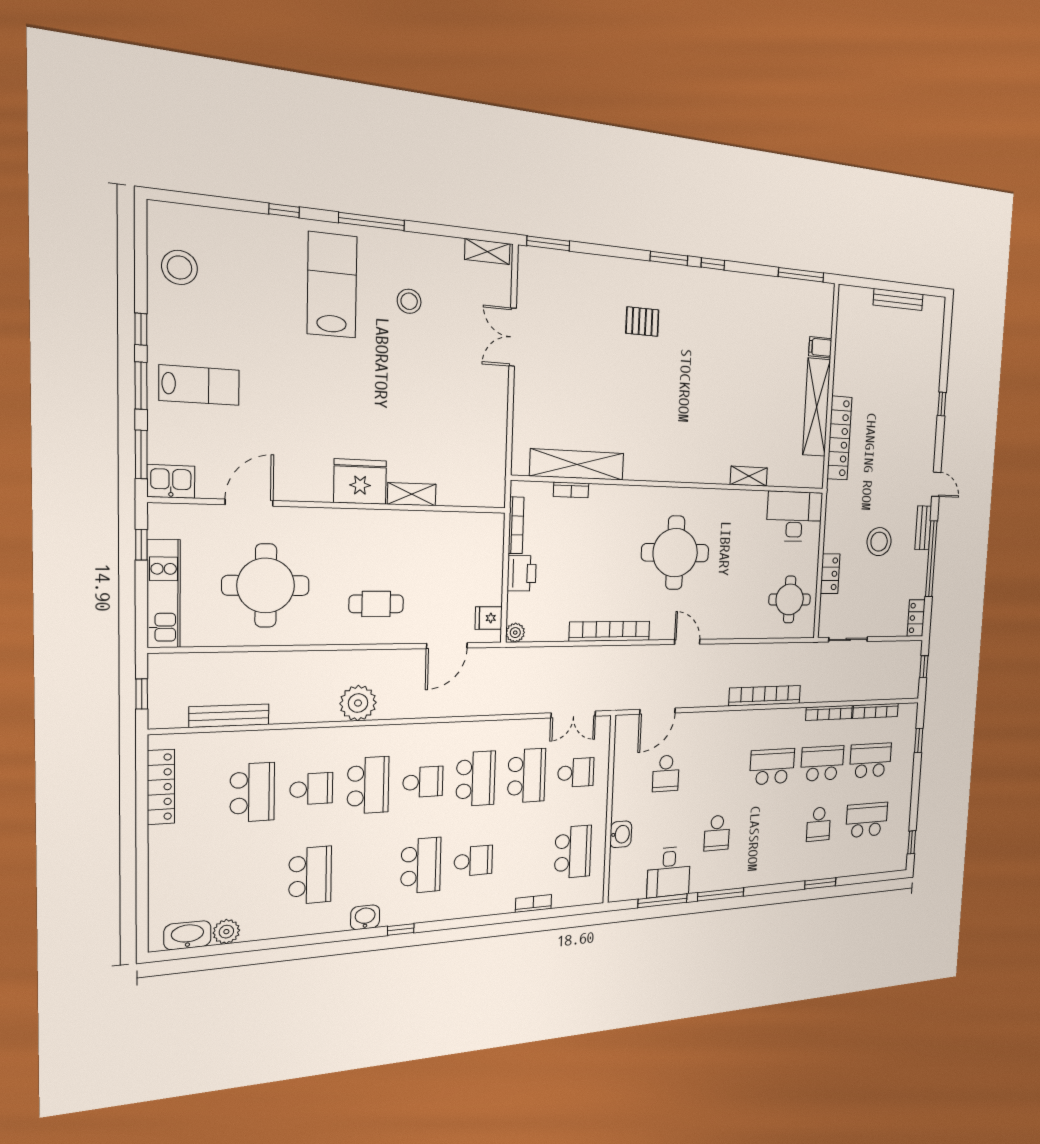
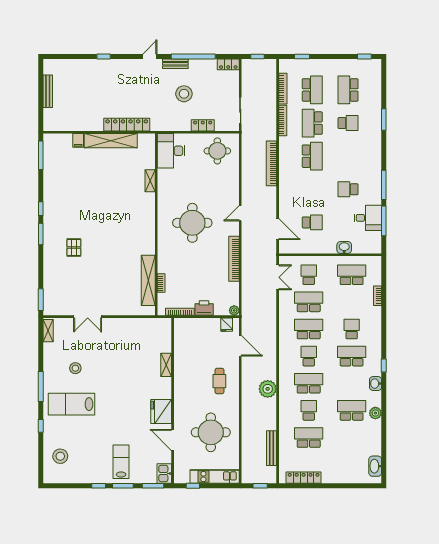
stool: (179, 267) -> (60, 456), moved
fridge: (360, 482) -> (161, 411), moved
school desk: (870, 760) -> (312, 90), turned 180
school desk: (772, 767) -> (312, 156), turned 180
school desk: (717, 833) -> (348, 189), turned 180
plant: (226, 932) -> (375, 413), moved

